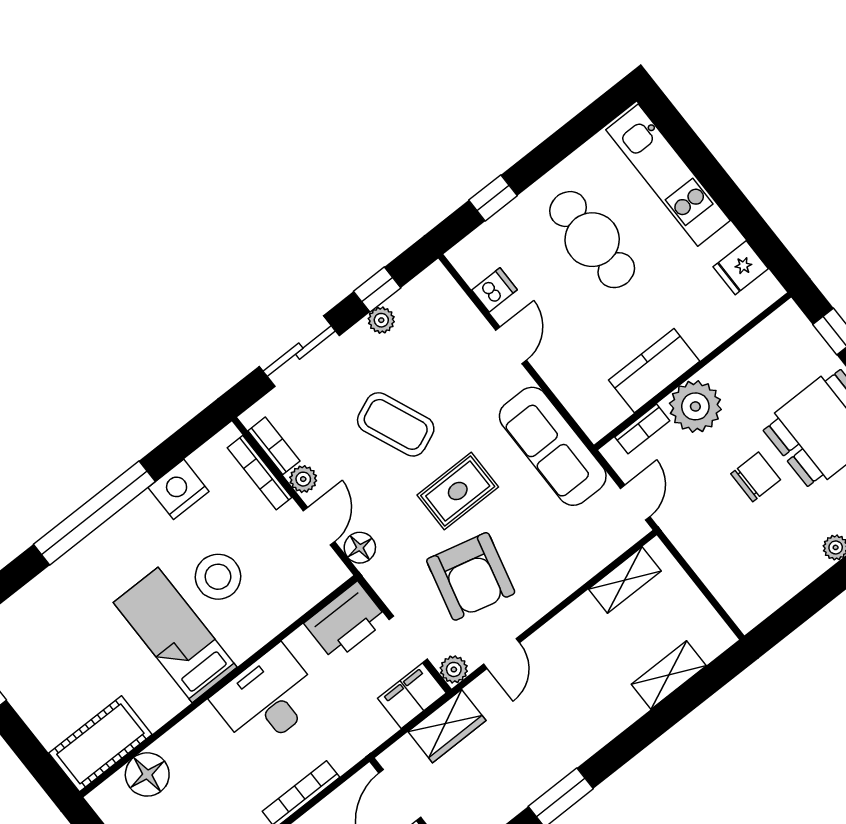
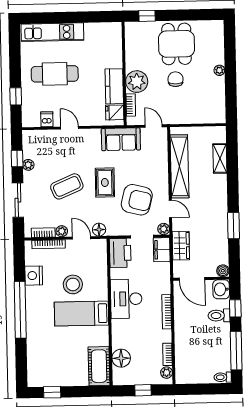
fridge: (741, 268) -> (115, 112), moved, turned 90
sofa: (553, 446) -> (121, 139), width x0.73
shelving: (625, 580) -> (179, 166), width x2.20, depth x1.33

